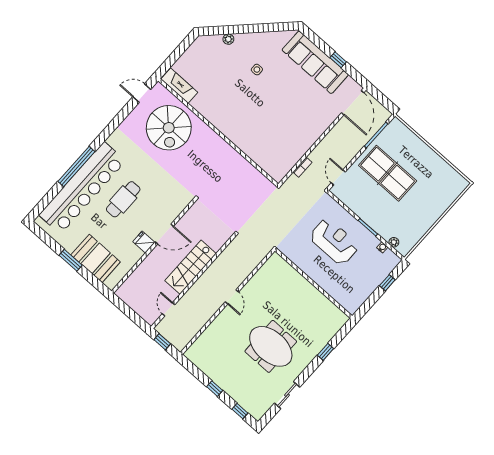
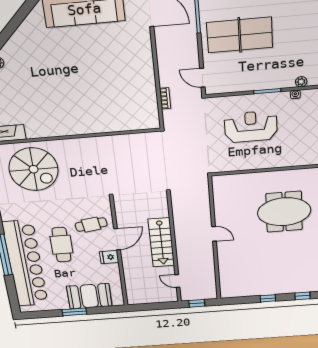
side table: (257, 70) -> (46, 63), removed
cafe table: (160, 205) -> (91, 225), added
meeting table: (271, 346) -> (284, 212), moved

